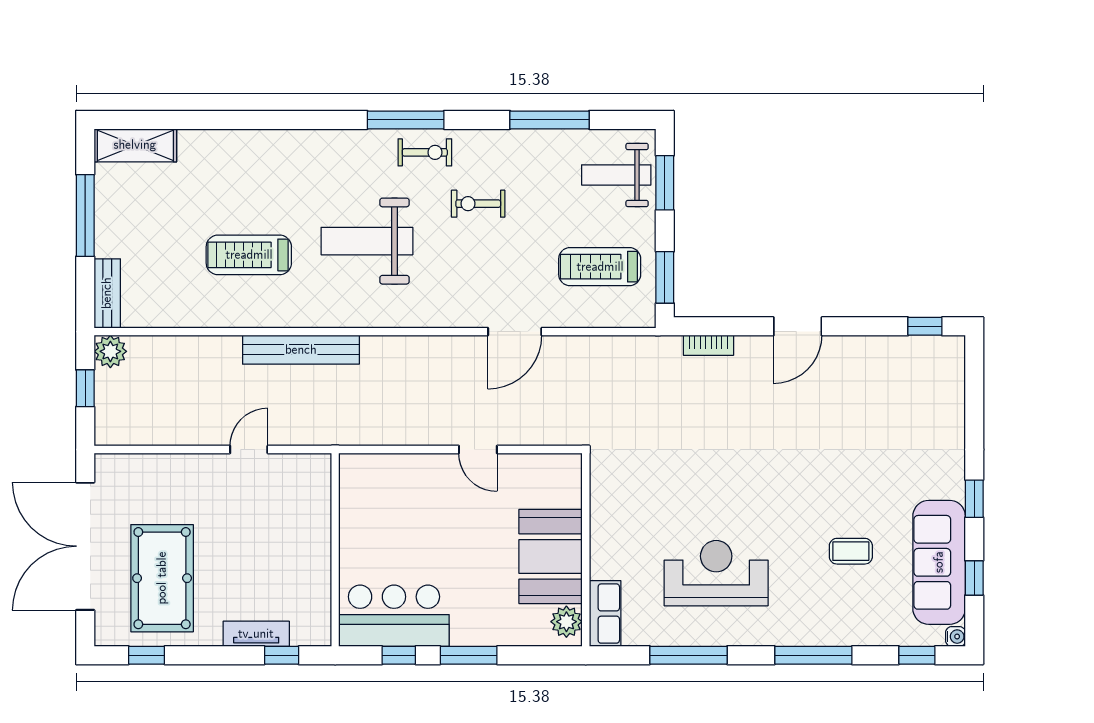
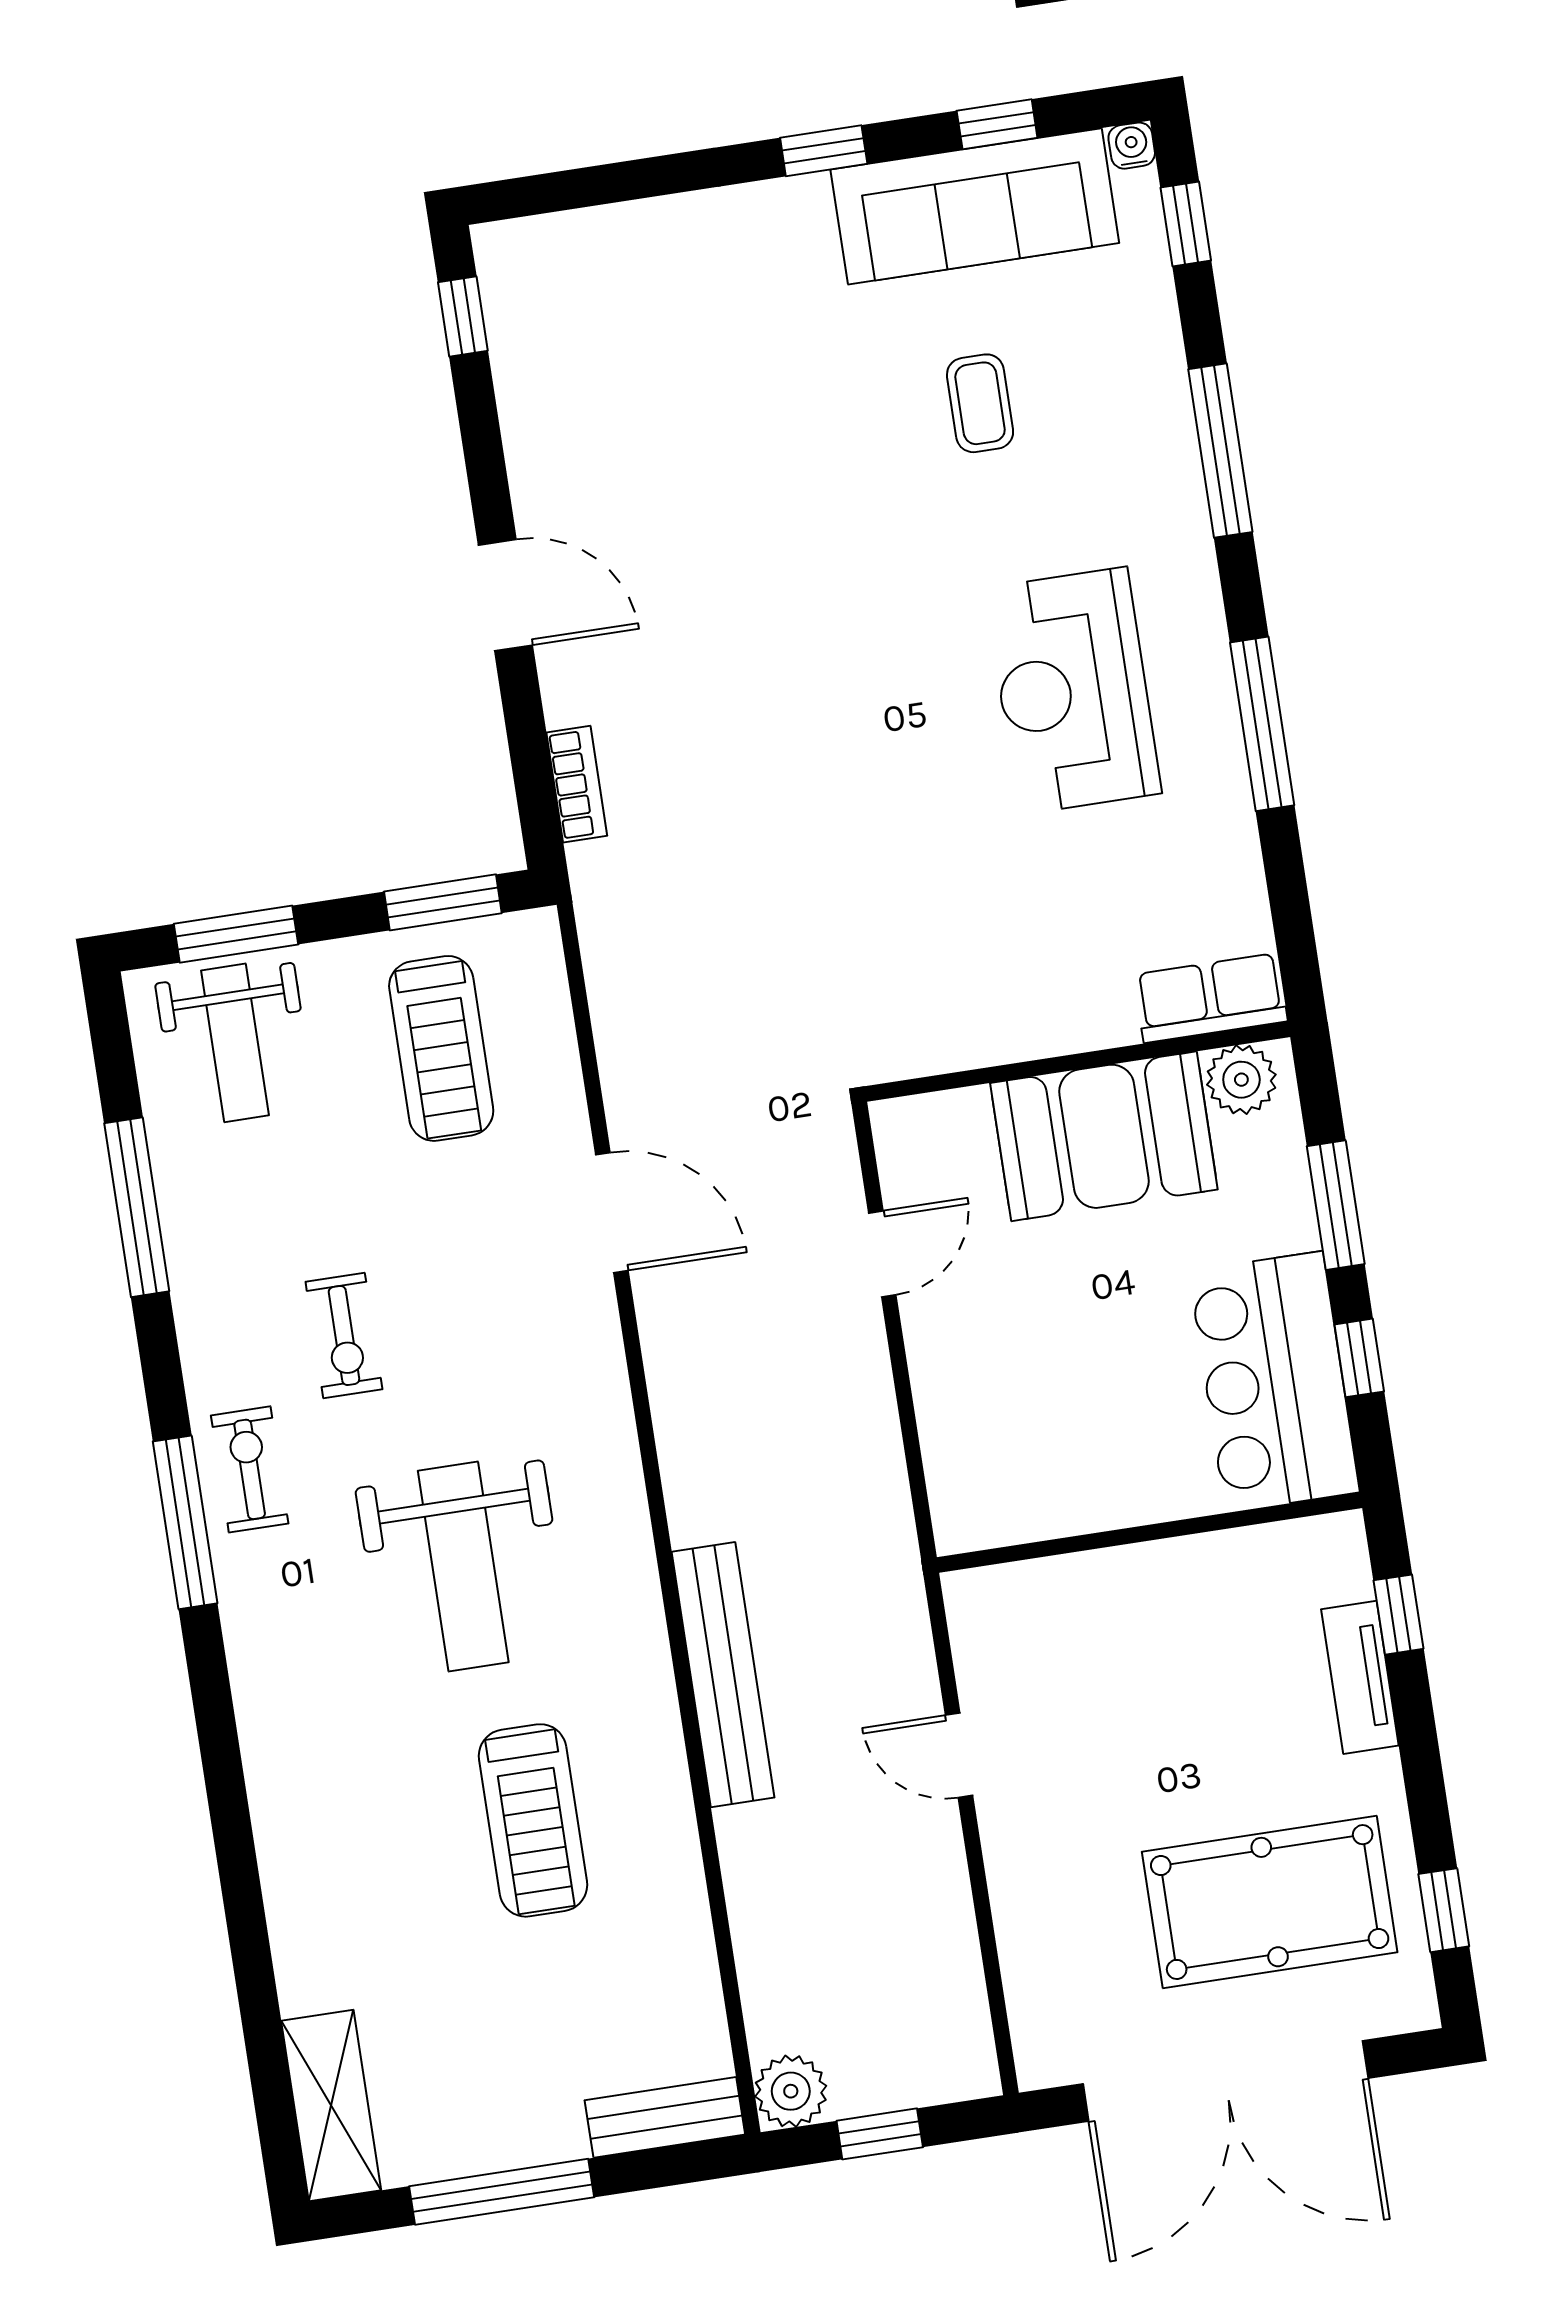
wall: (586, 550) -> (1077, 1062), moved
booth: (551, 556) -> (1104, 1136), moved
row of seats: (605, 614) -> (1211, 998), moved
plant: (566, 622) -> (1241, 1080), moved

